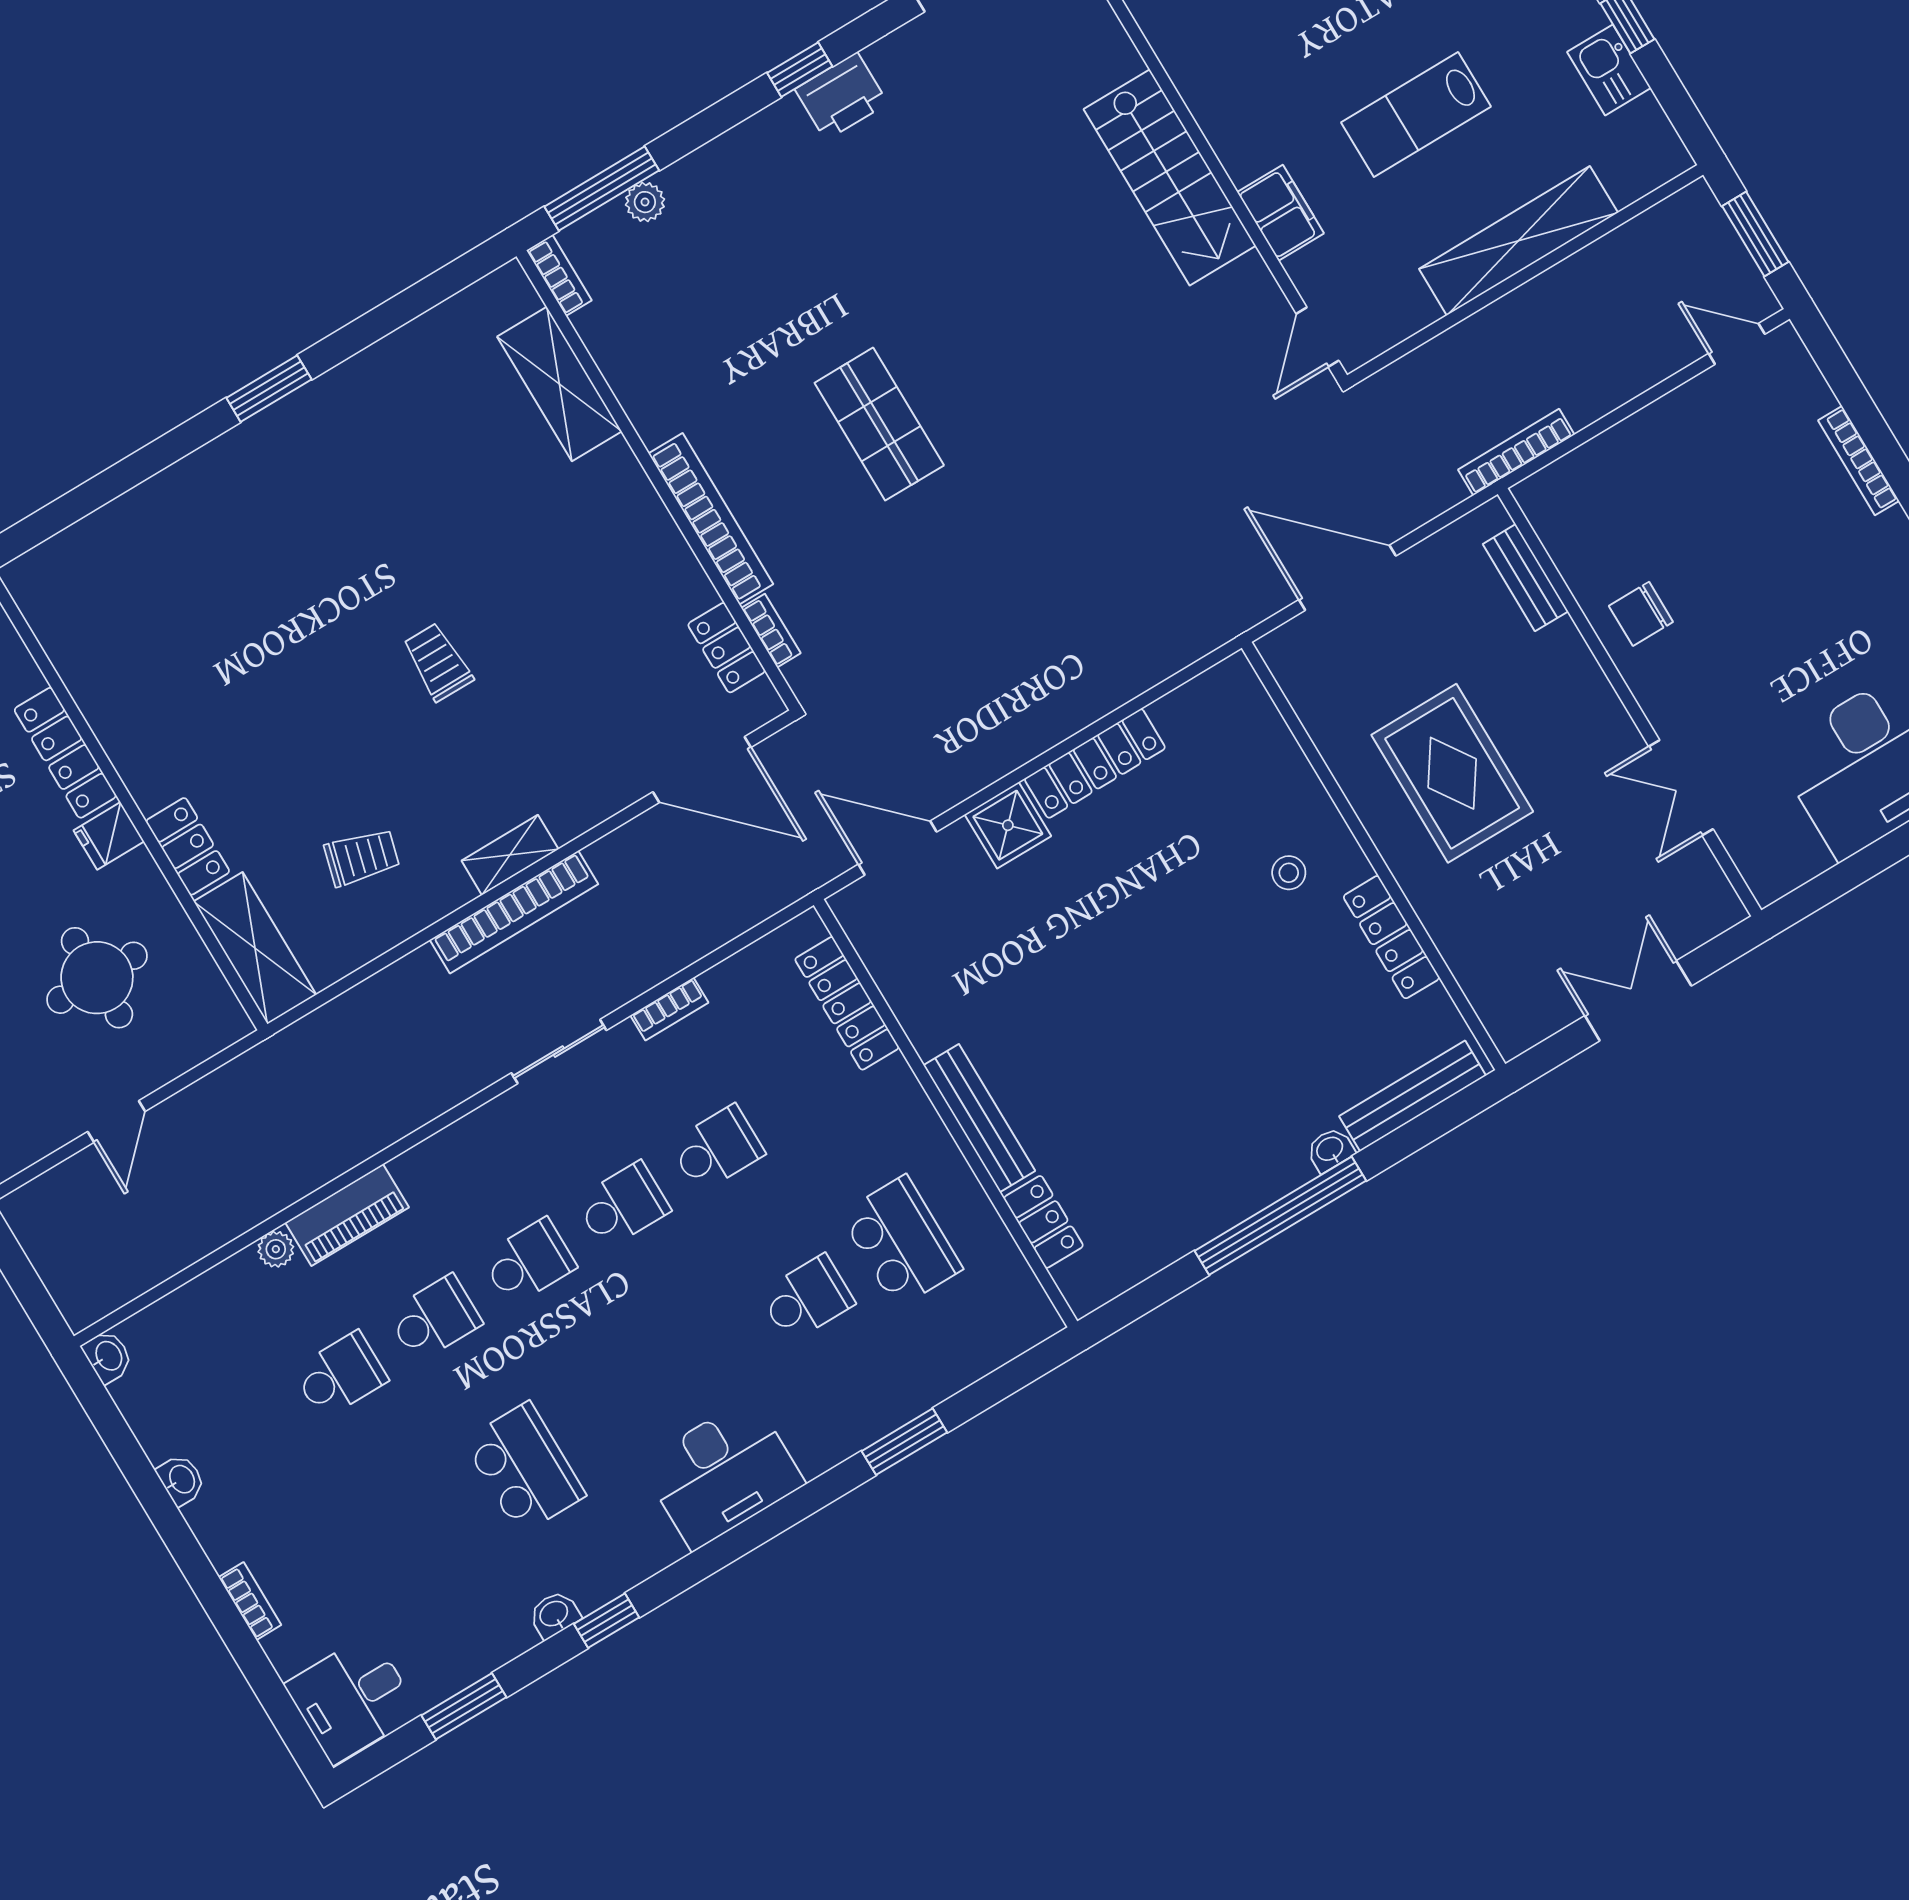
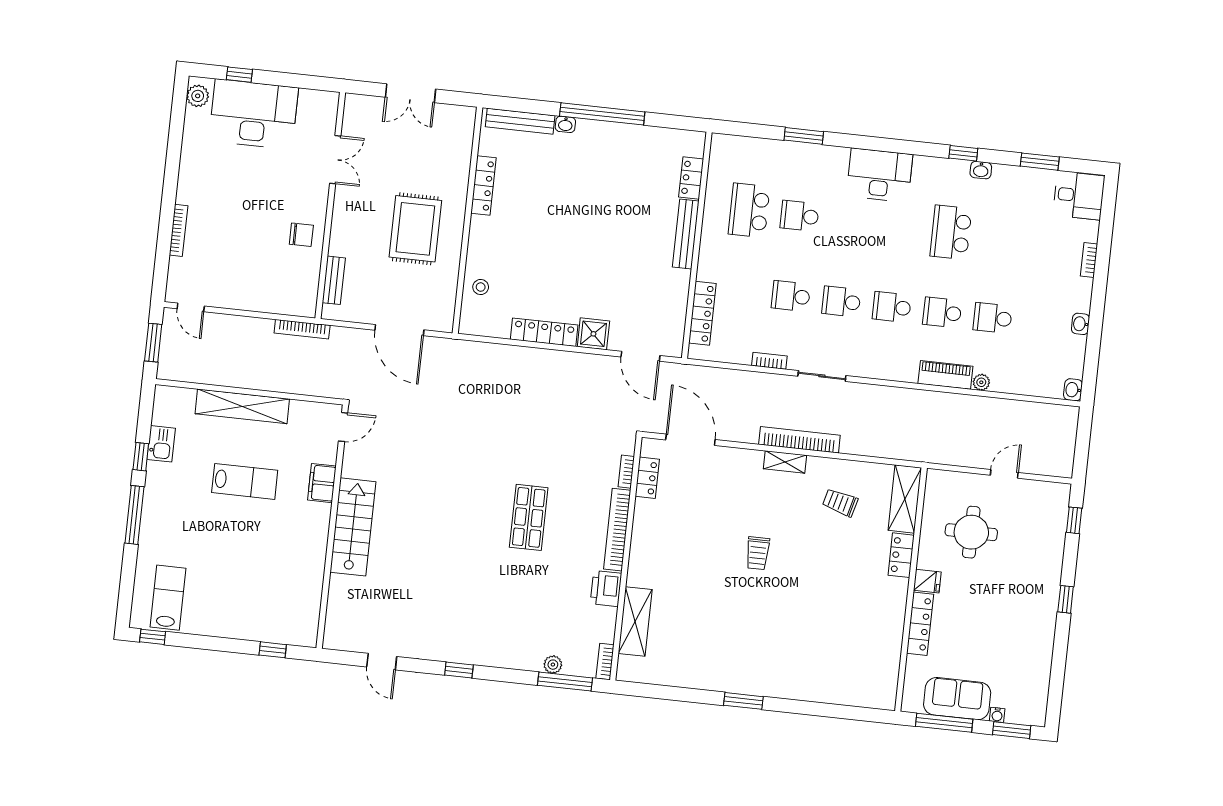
printer: (841, 96) -> (606, 589), moved, turned -90
stool: (1289, 873) -> (481, 287), moved

